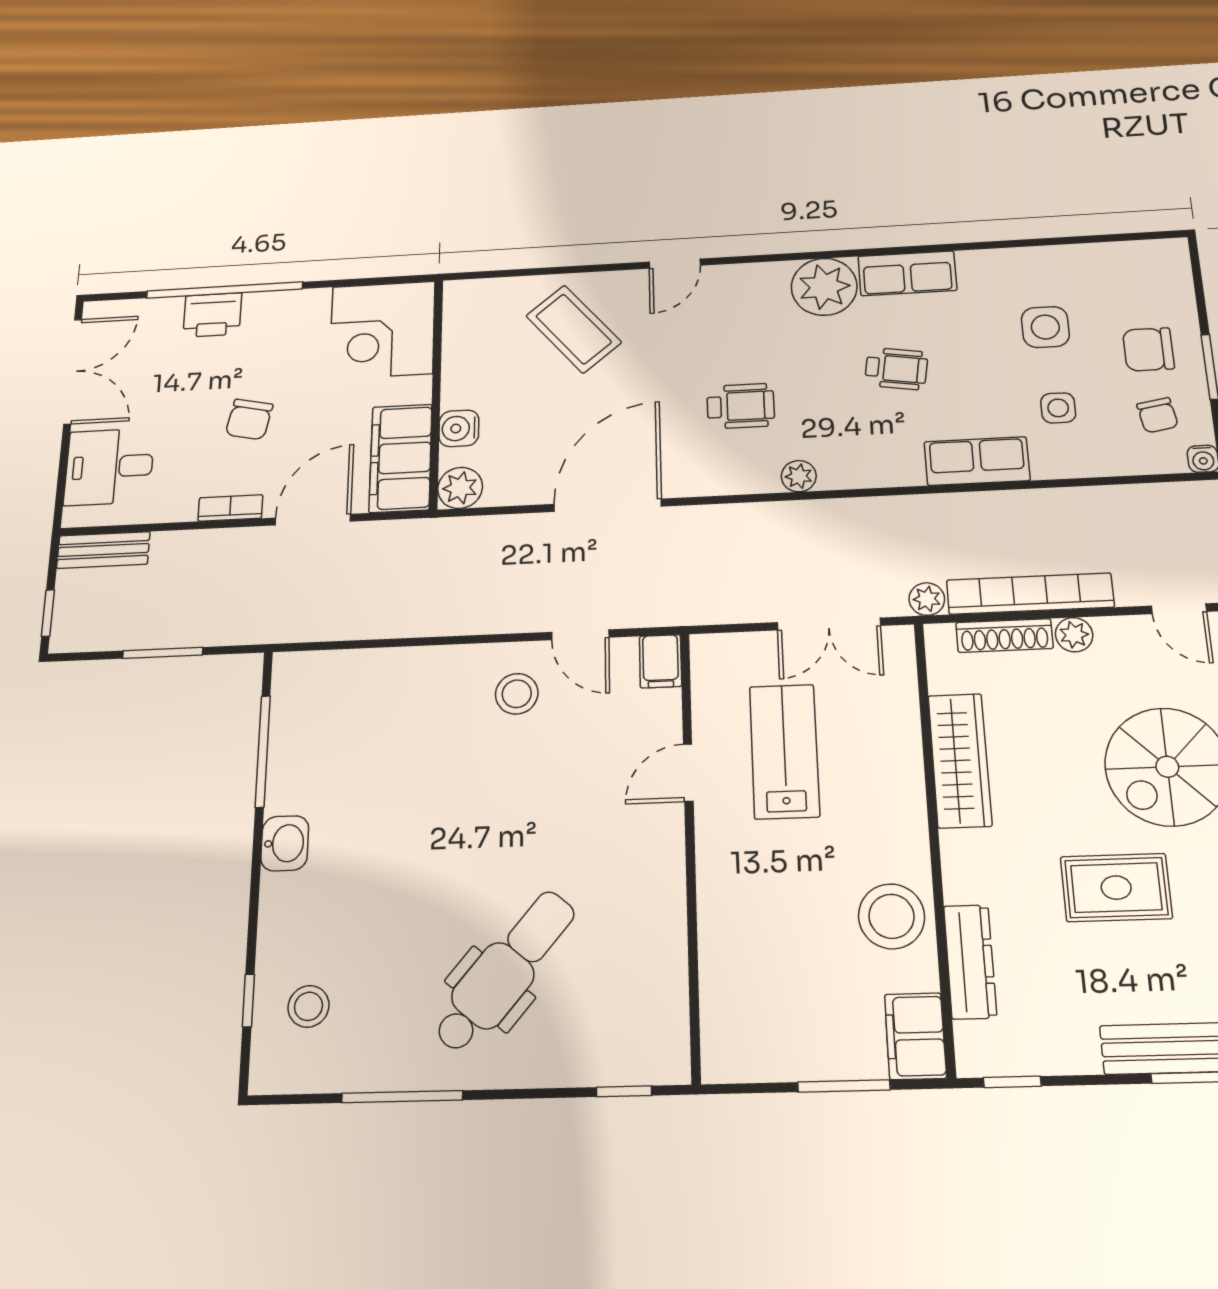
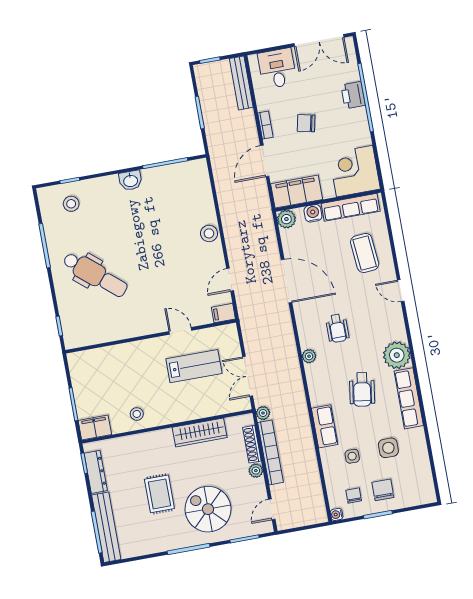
row of seats: (907, 273) -> (409, 398), width x1.48
coffee table: (574, 329) -> (365, 253), turned -55
row of seats: (463, 347) -> (351, 207), added
wheelchair: (896, 369) -> (362, 389), width x1.36, depth x1.37
chair: (1158, 415) -> (354, 496), turned 100
door: (313, 520) -> (265, 161), swing flipped
bench: (103, 550) -> (241, 83), width x1.36
stool: (517, 694) -> (209, 233), moved
stool: (892, 916) -> (137, 414), width x0.53, depth x0.53
dresser: (970, 962) -> (96, 472), moved, turned -90

